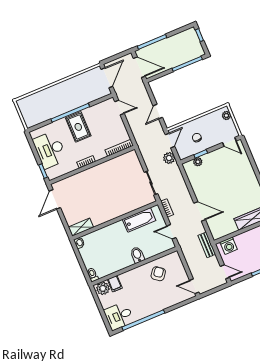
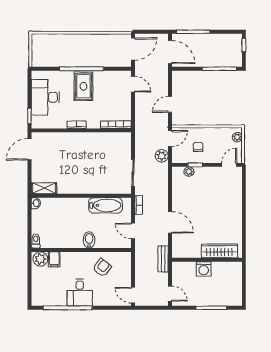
door: (229, 142) -> (229, 165), swing flipped
washing machine: (229, 246) -> (204, 269), moved
desk: (119, 316) -> (80, 293), moved, turned -90

